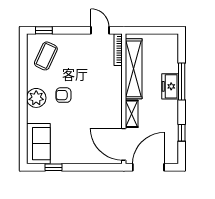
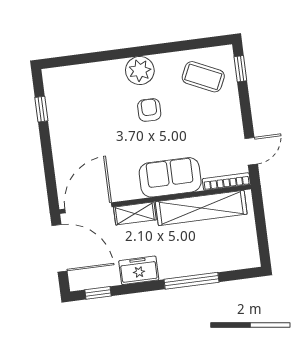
freezer: (170, 86) -> (139, 270), moved
window: (182, 133) -> (98, 293), moved
sofa: (38, 144) -> (170, 177), moved, turned 180

